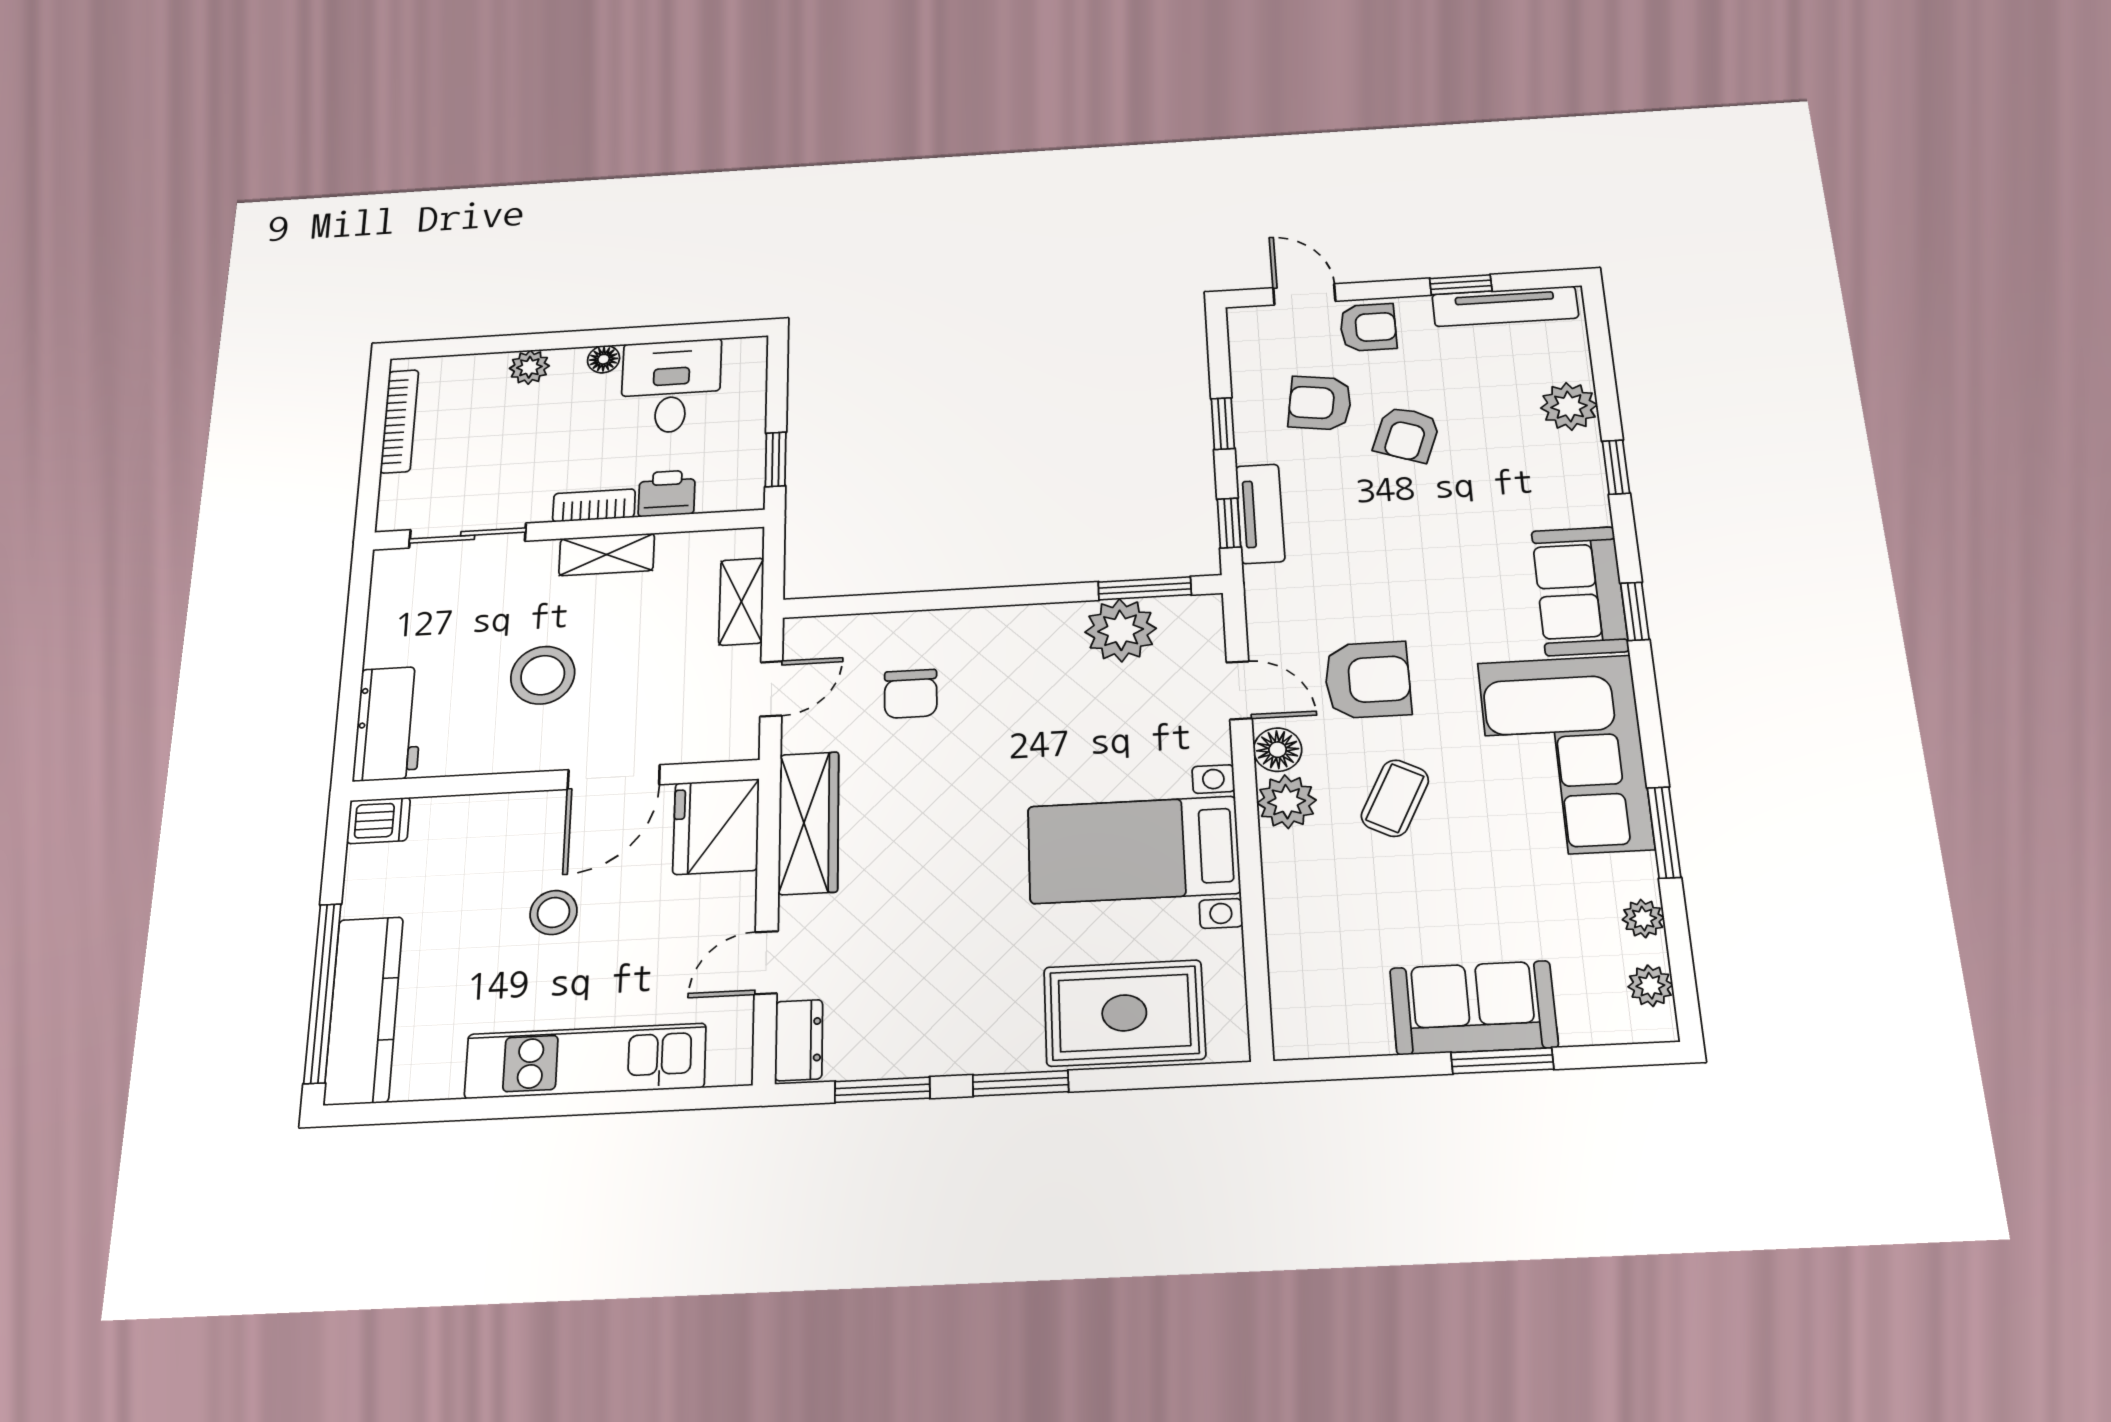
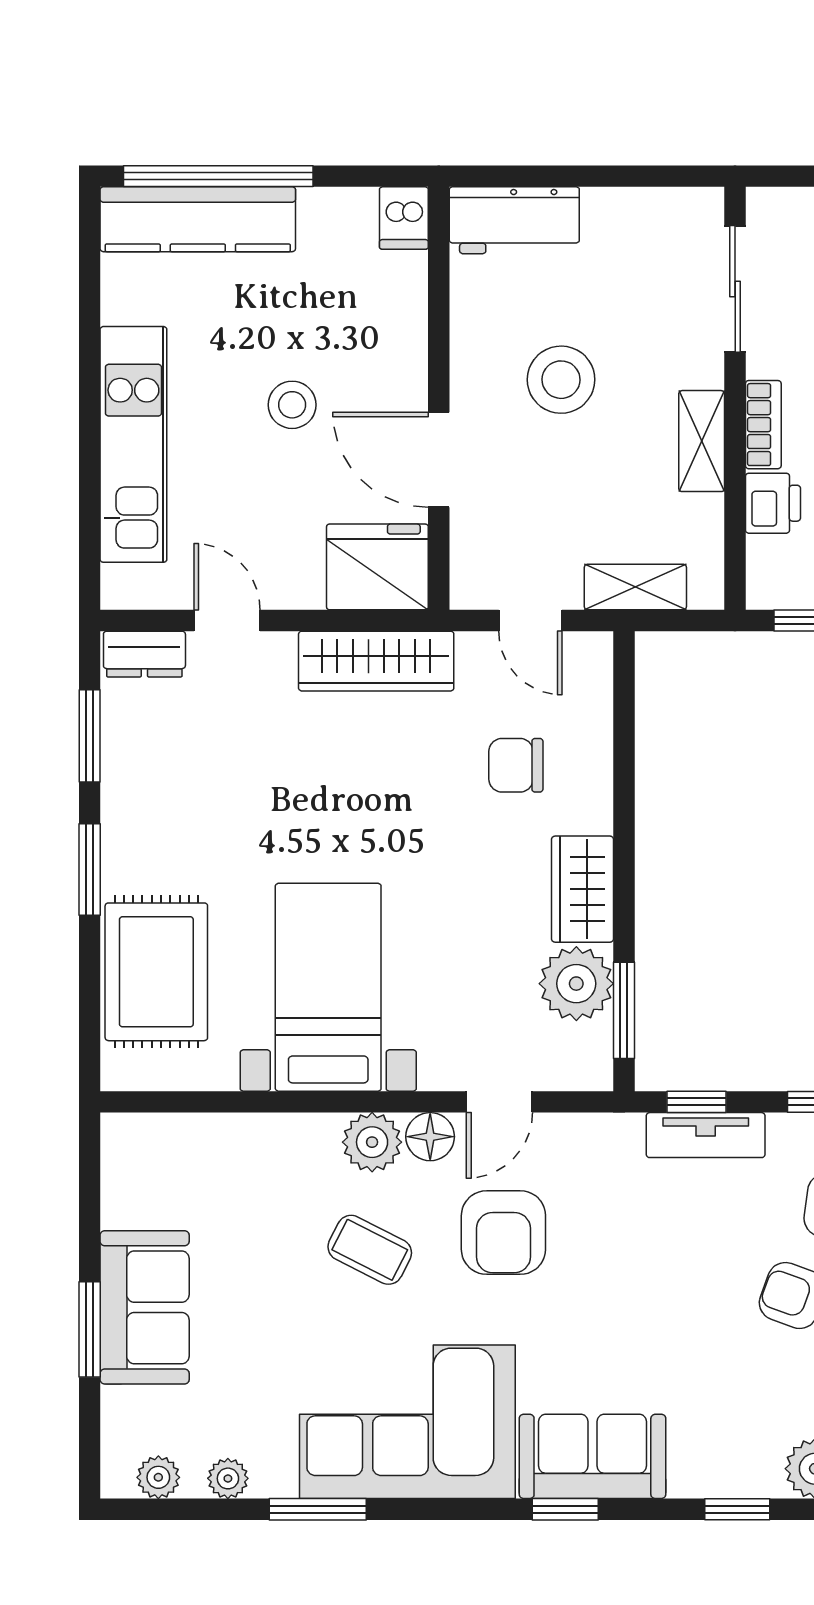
wardrobe: (1029, 630) -> (583, 889), added

